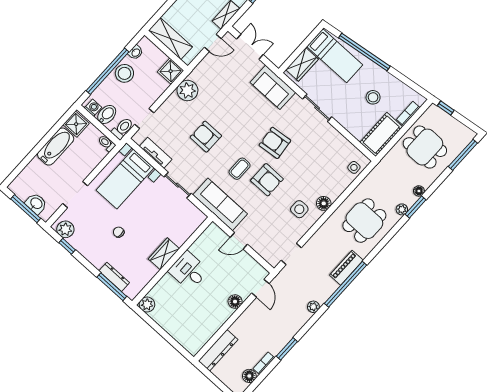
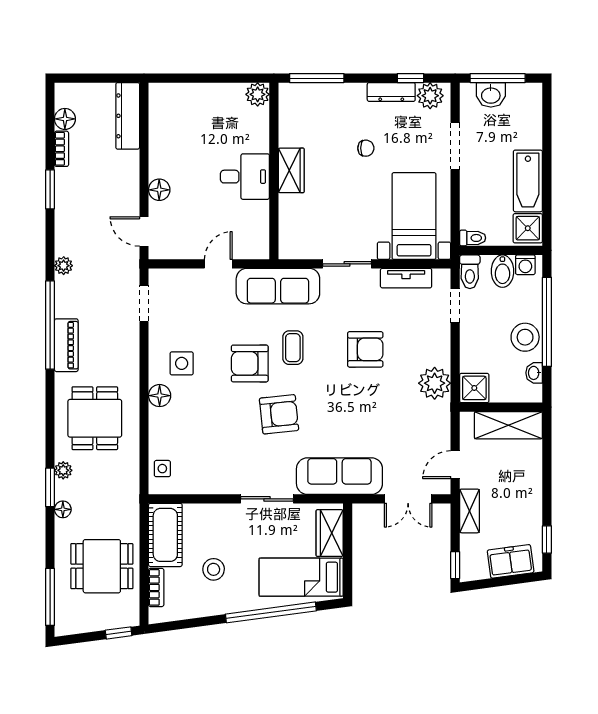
sofa: (273, 87) -> (339, 476), width x1.36
dresser: (114, 277) -> (391, 92), moved

